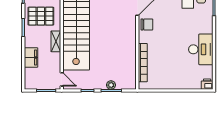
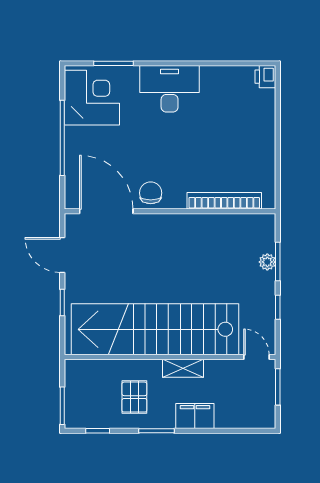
pallet: (41, 16) -> (134, 397), width x0.67, depth x0.71
desk: (201, 49) -> (170, 89), moved
filing cabinet: (31, 57) -> (195, 416), moved
door: (62, 79) -> (256, 357), hinge flipped

